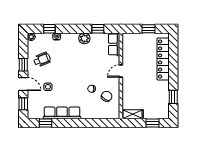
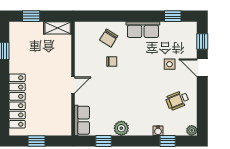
window: (23, 65) -> (202, 93), removed
chair: (107, 96) -> (109, 38), moved
row of seats: (62, 113) -> (143, 30), width x0.68

